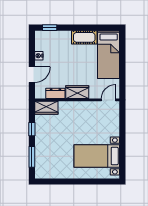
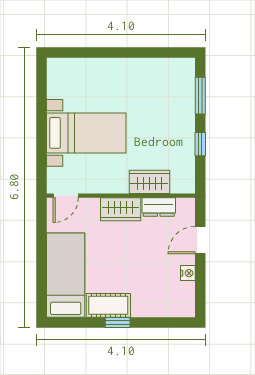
window: (50, 28) -> (118, 322), moved
wardrobe: (46, 108) -> (149, 182), moved
bed with nightstands: (97, 156) -> (86, 133), moved

